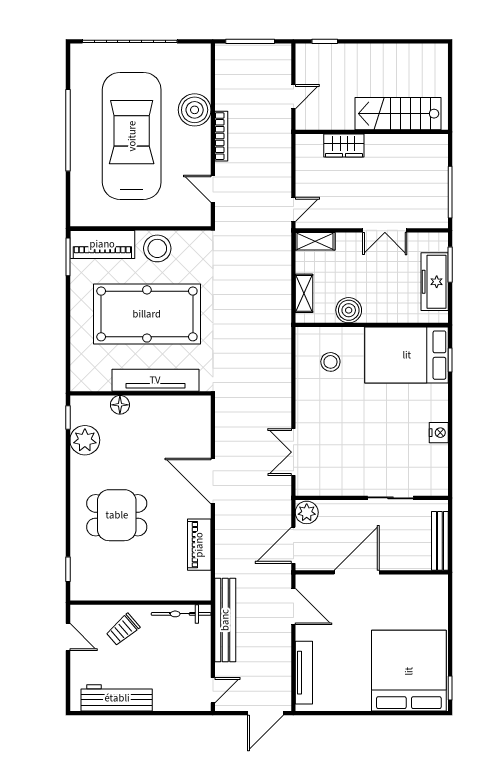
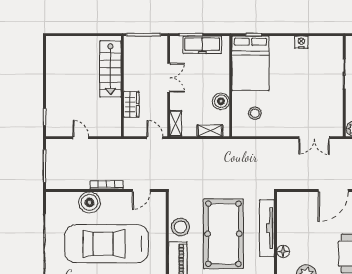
stairs: (398, 114) -> (110, 69), moved
wall: (372, 132) -> (122, 86), moved
wardrobe: (344, 145) -> (131, 104), moved

